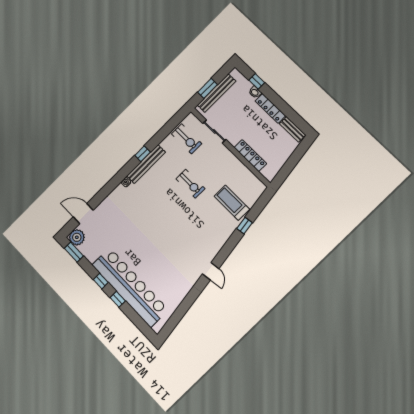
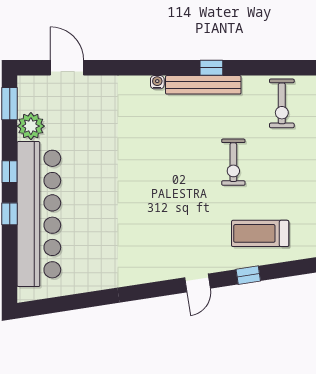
treadmill: (232, 203) -> (260, 233), turned -90
plant: (77, 237) -> (31, 126), moved
door: (211, 271) -> (197, 283), moved

